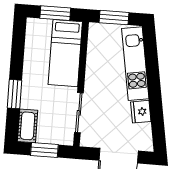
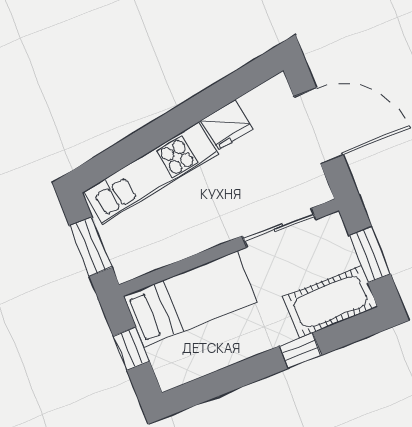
window: (55, 13) -> (131, 349), width x0.67
window: (15, 94) -> (300, 351), width x0.67
cot: (28, 126) -> (330, 302), width x1.37, depth x1.34

